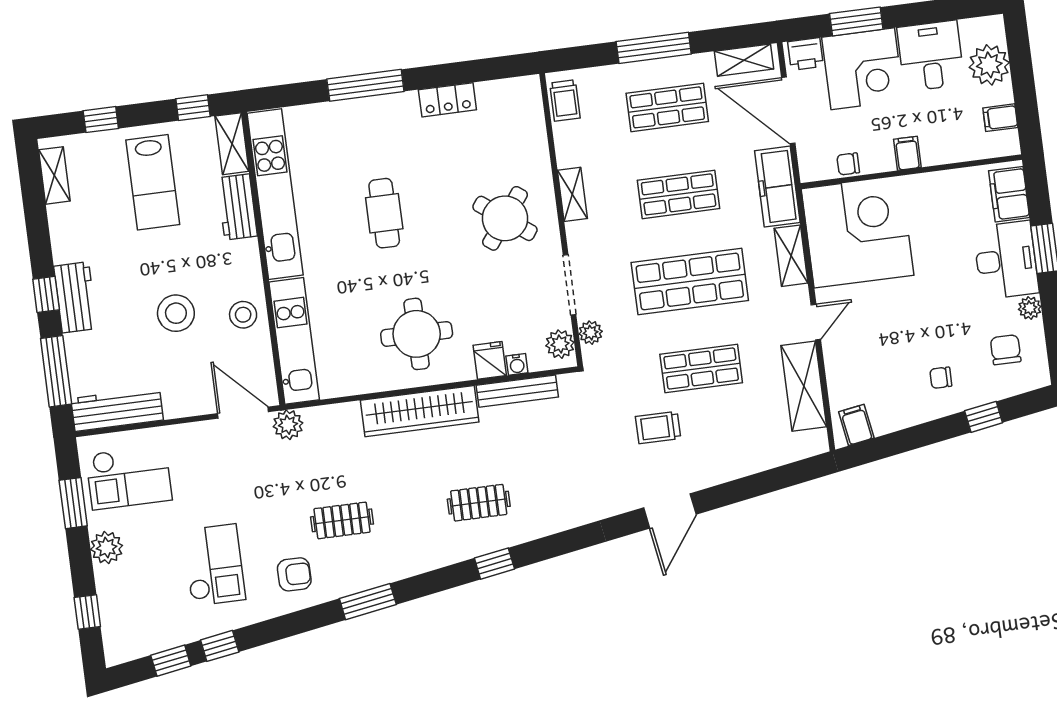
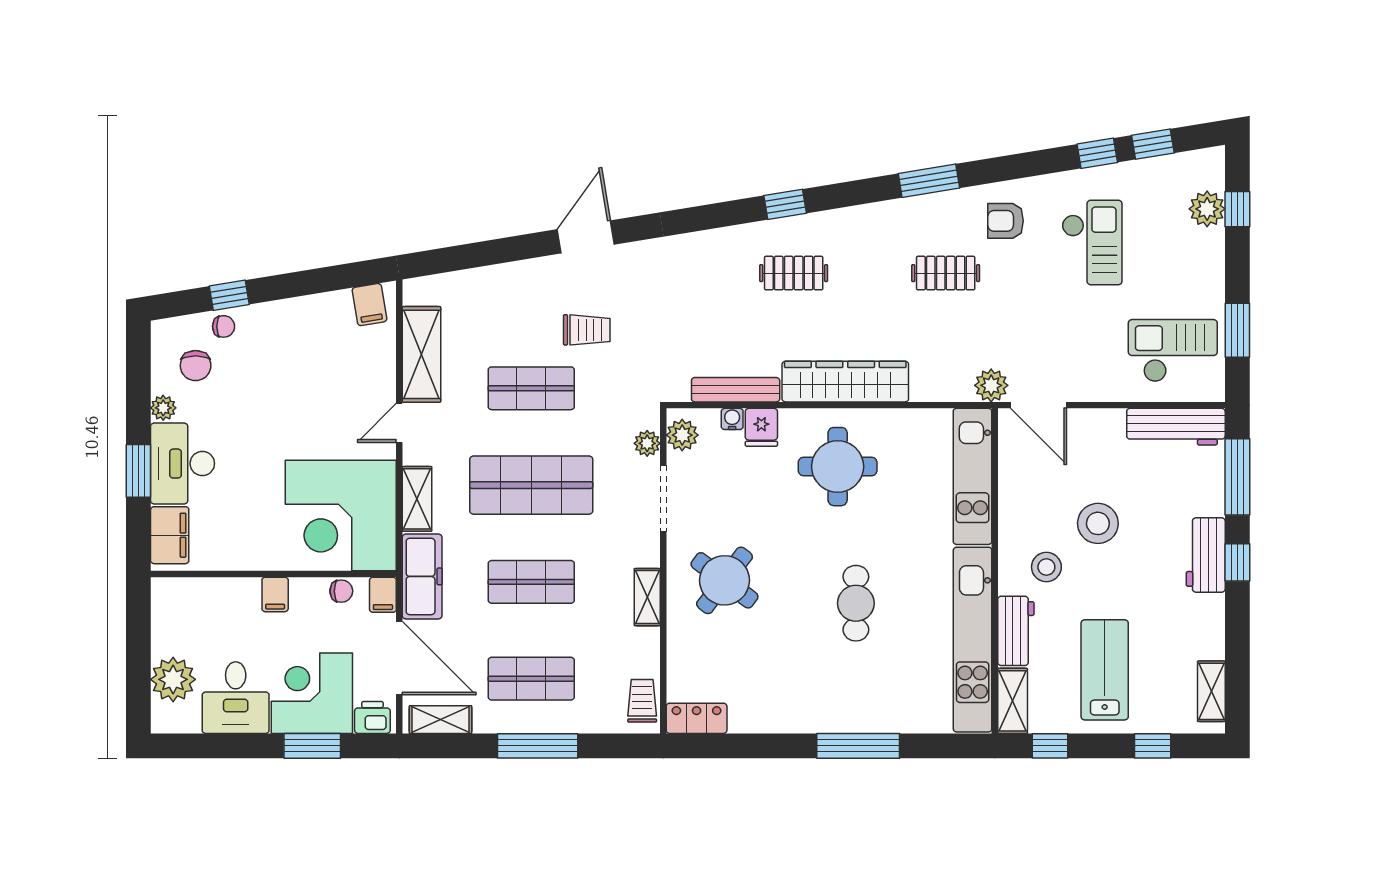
locker: (447, 100) -> (697, 718), moved
filing cabinet: (1000, 118) -> (383, 595), moved, turned 90
stool: (243, 315) -> (1046, 567), moved
chair: (941, 378) -> (224, 326), moved
plant: (107, 548) -> (1207, 209), moved
checkout: (214, 565) -> (1092, 242), turned 180

